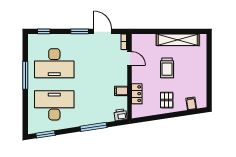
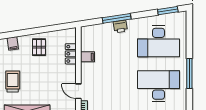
trolley: (167, 68) -> (13, 81), moved
printer: (120, 115) -> (120, 26), moved

